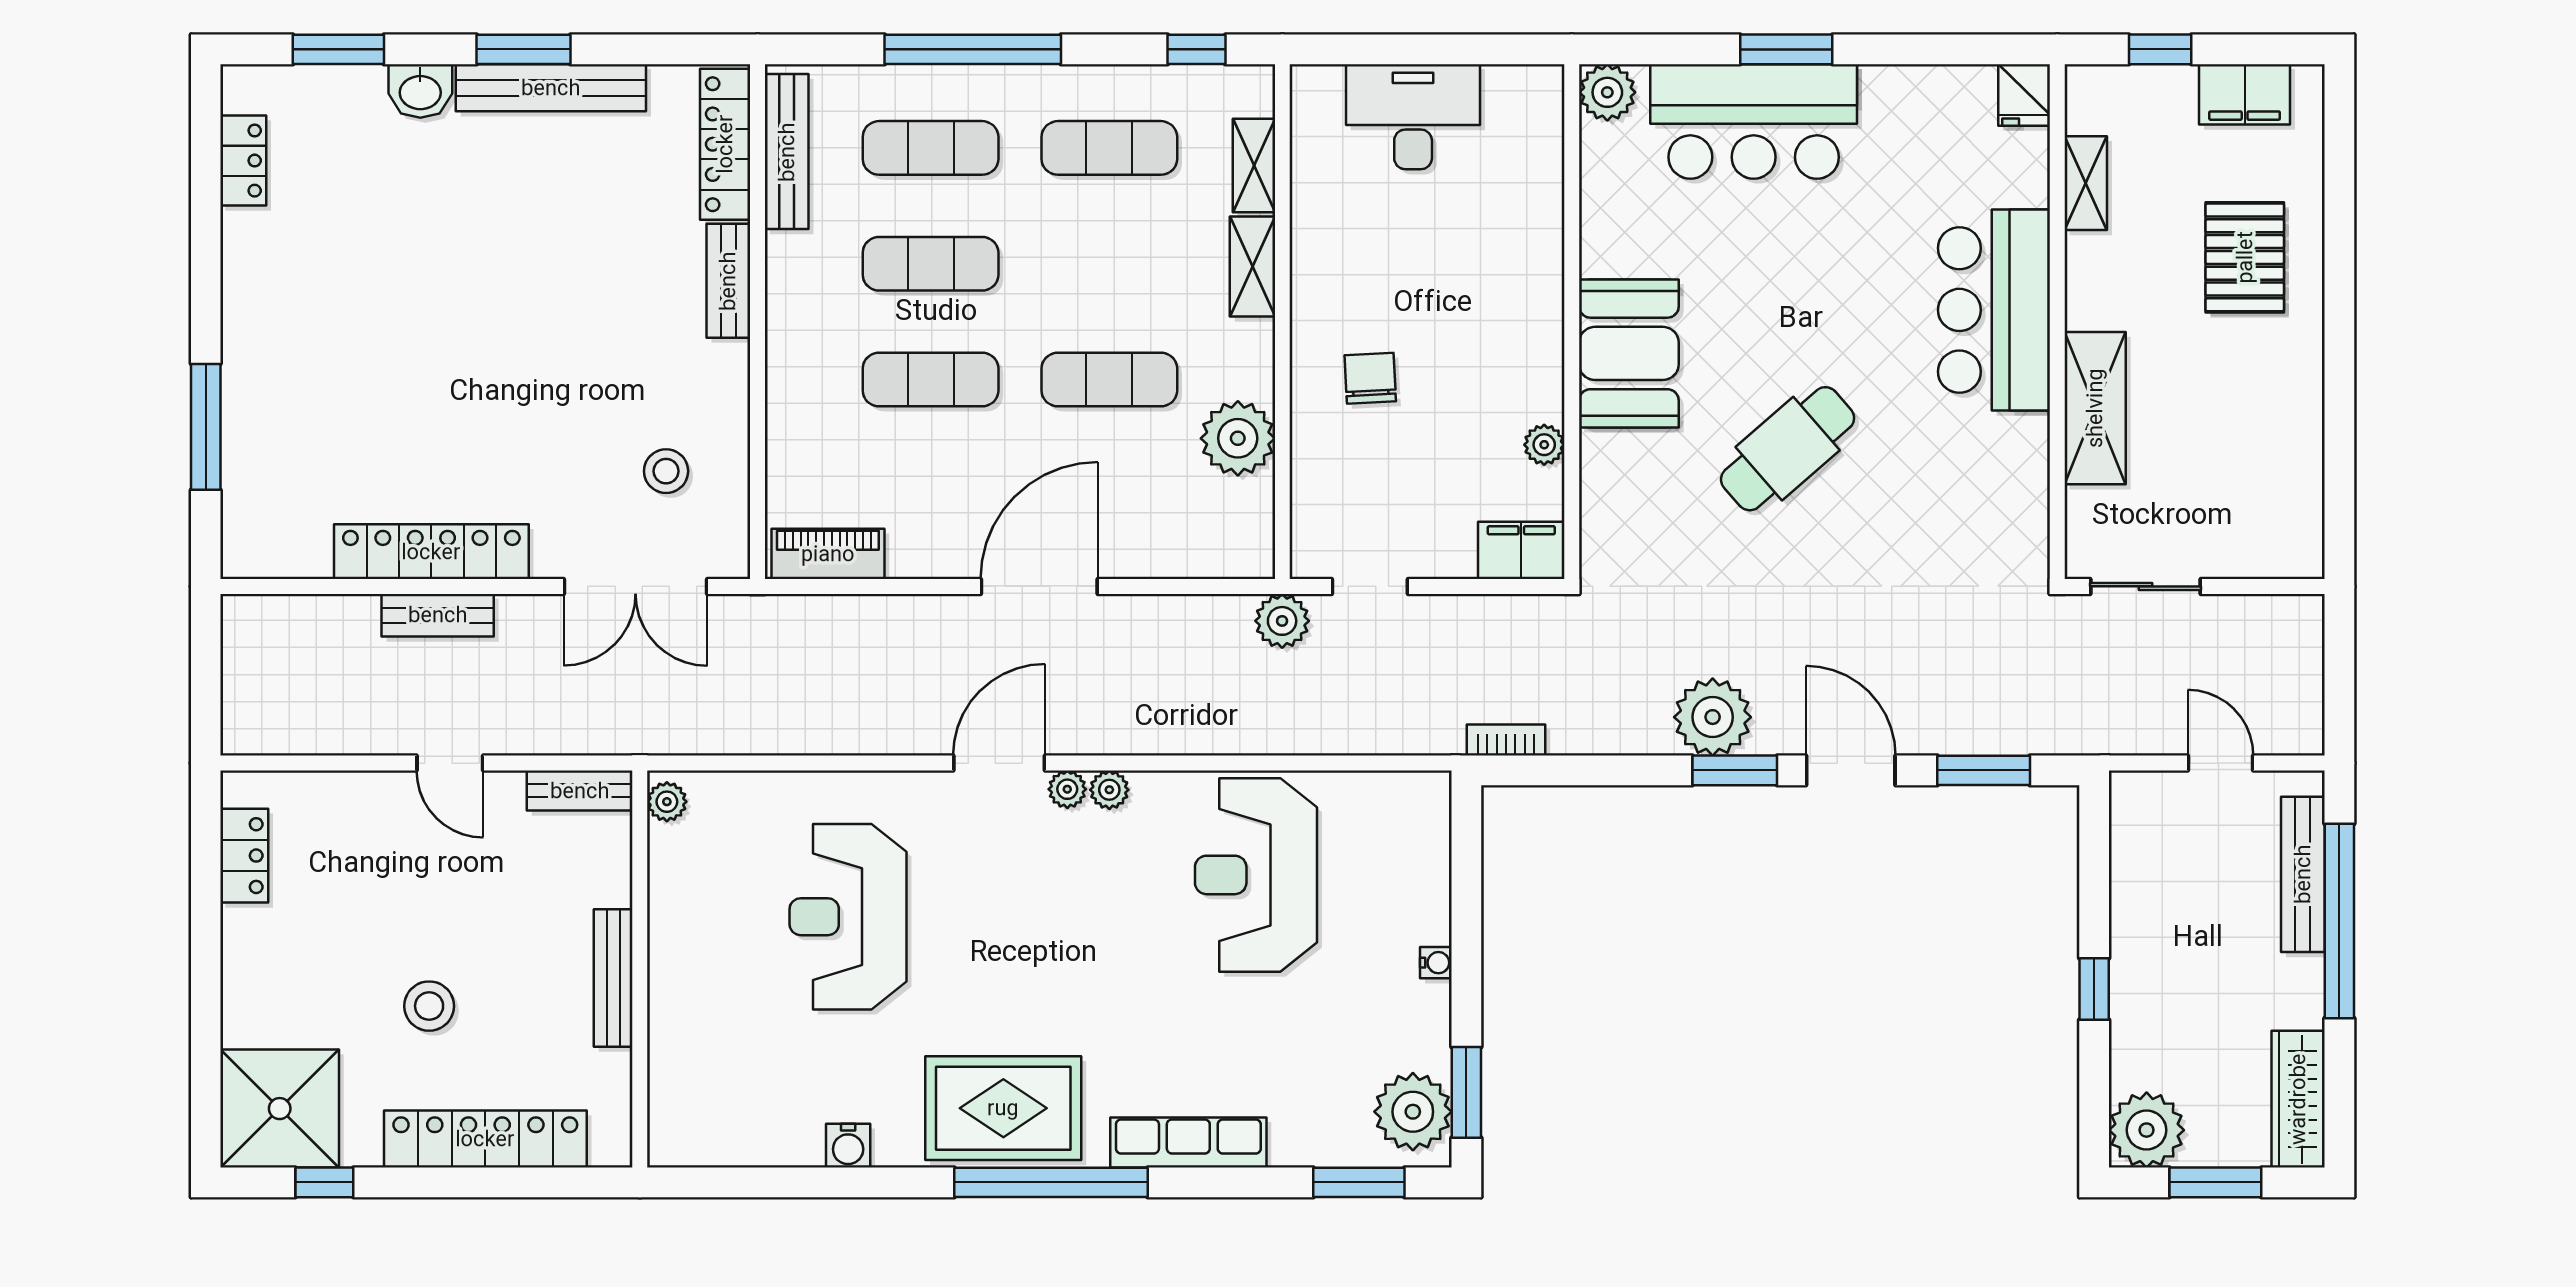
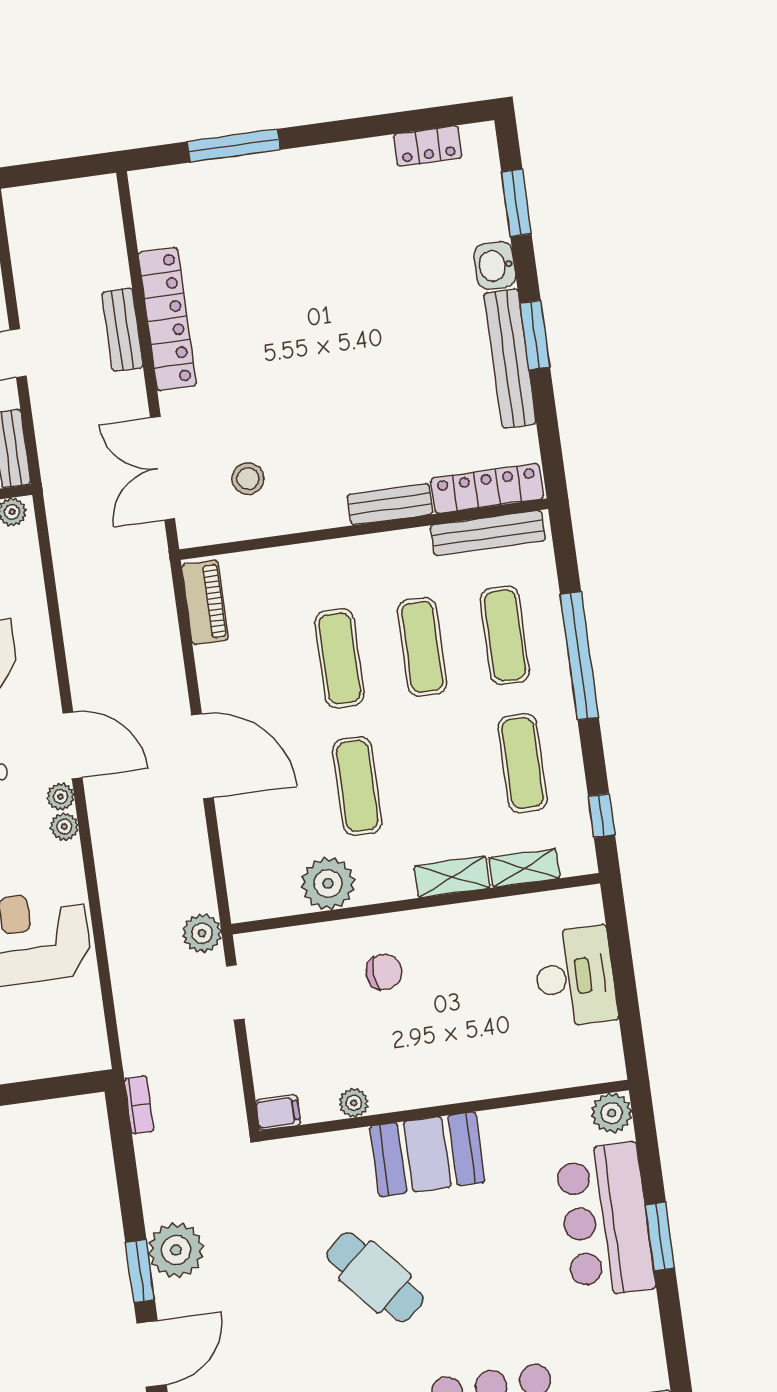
filing cabinet: (1521, 550) -> (278, 1112), width x0.50

